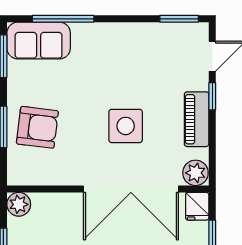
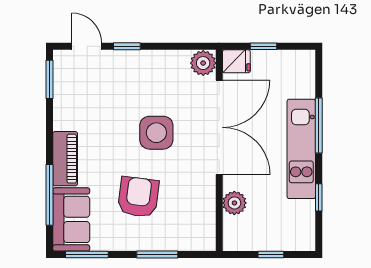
piano: (197, 119) -> (65, 159), moved, turned -90
armchair: (37, 127) -> (138, 197), moved
plant: (19, 204) -> (234, 203), moved

